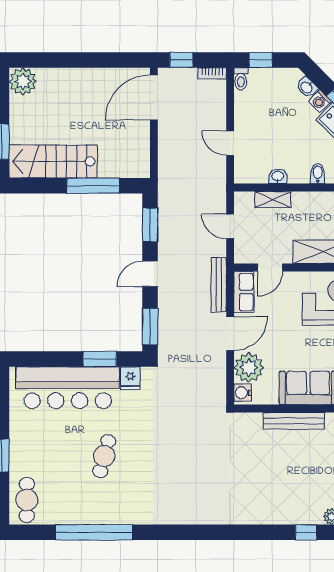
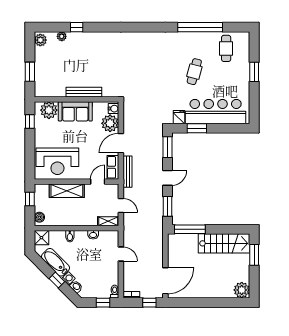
window: (93, 186) -> (190, 229), moved
shelving: (273, 199) -> (108, 221), moved
cafe table: (27, 500) -> (226, 48), moved

